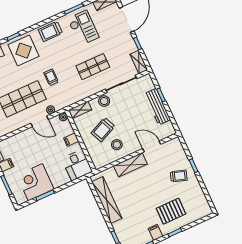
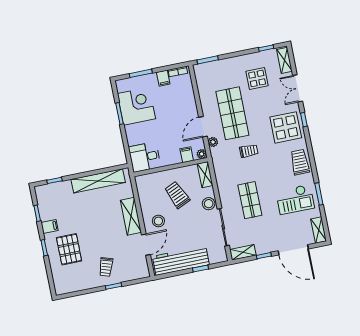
workbench: (157, 107) -> (181, 260), width x1.36, depth x1.32
filing cabinet: (71, 140) -> (187, 155), moved
stool: (117, 145) -> (158, 221), moved

